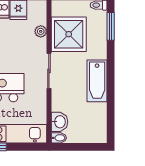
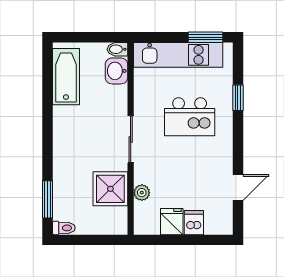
shower: (69, 34) -> (110, 189), width x0.73, depth x0.73
bathtub: (97, 81) -> (66, 77), moved

